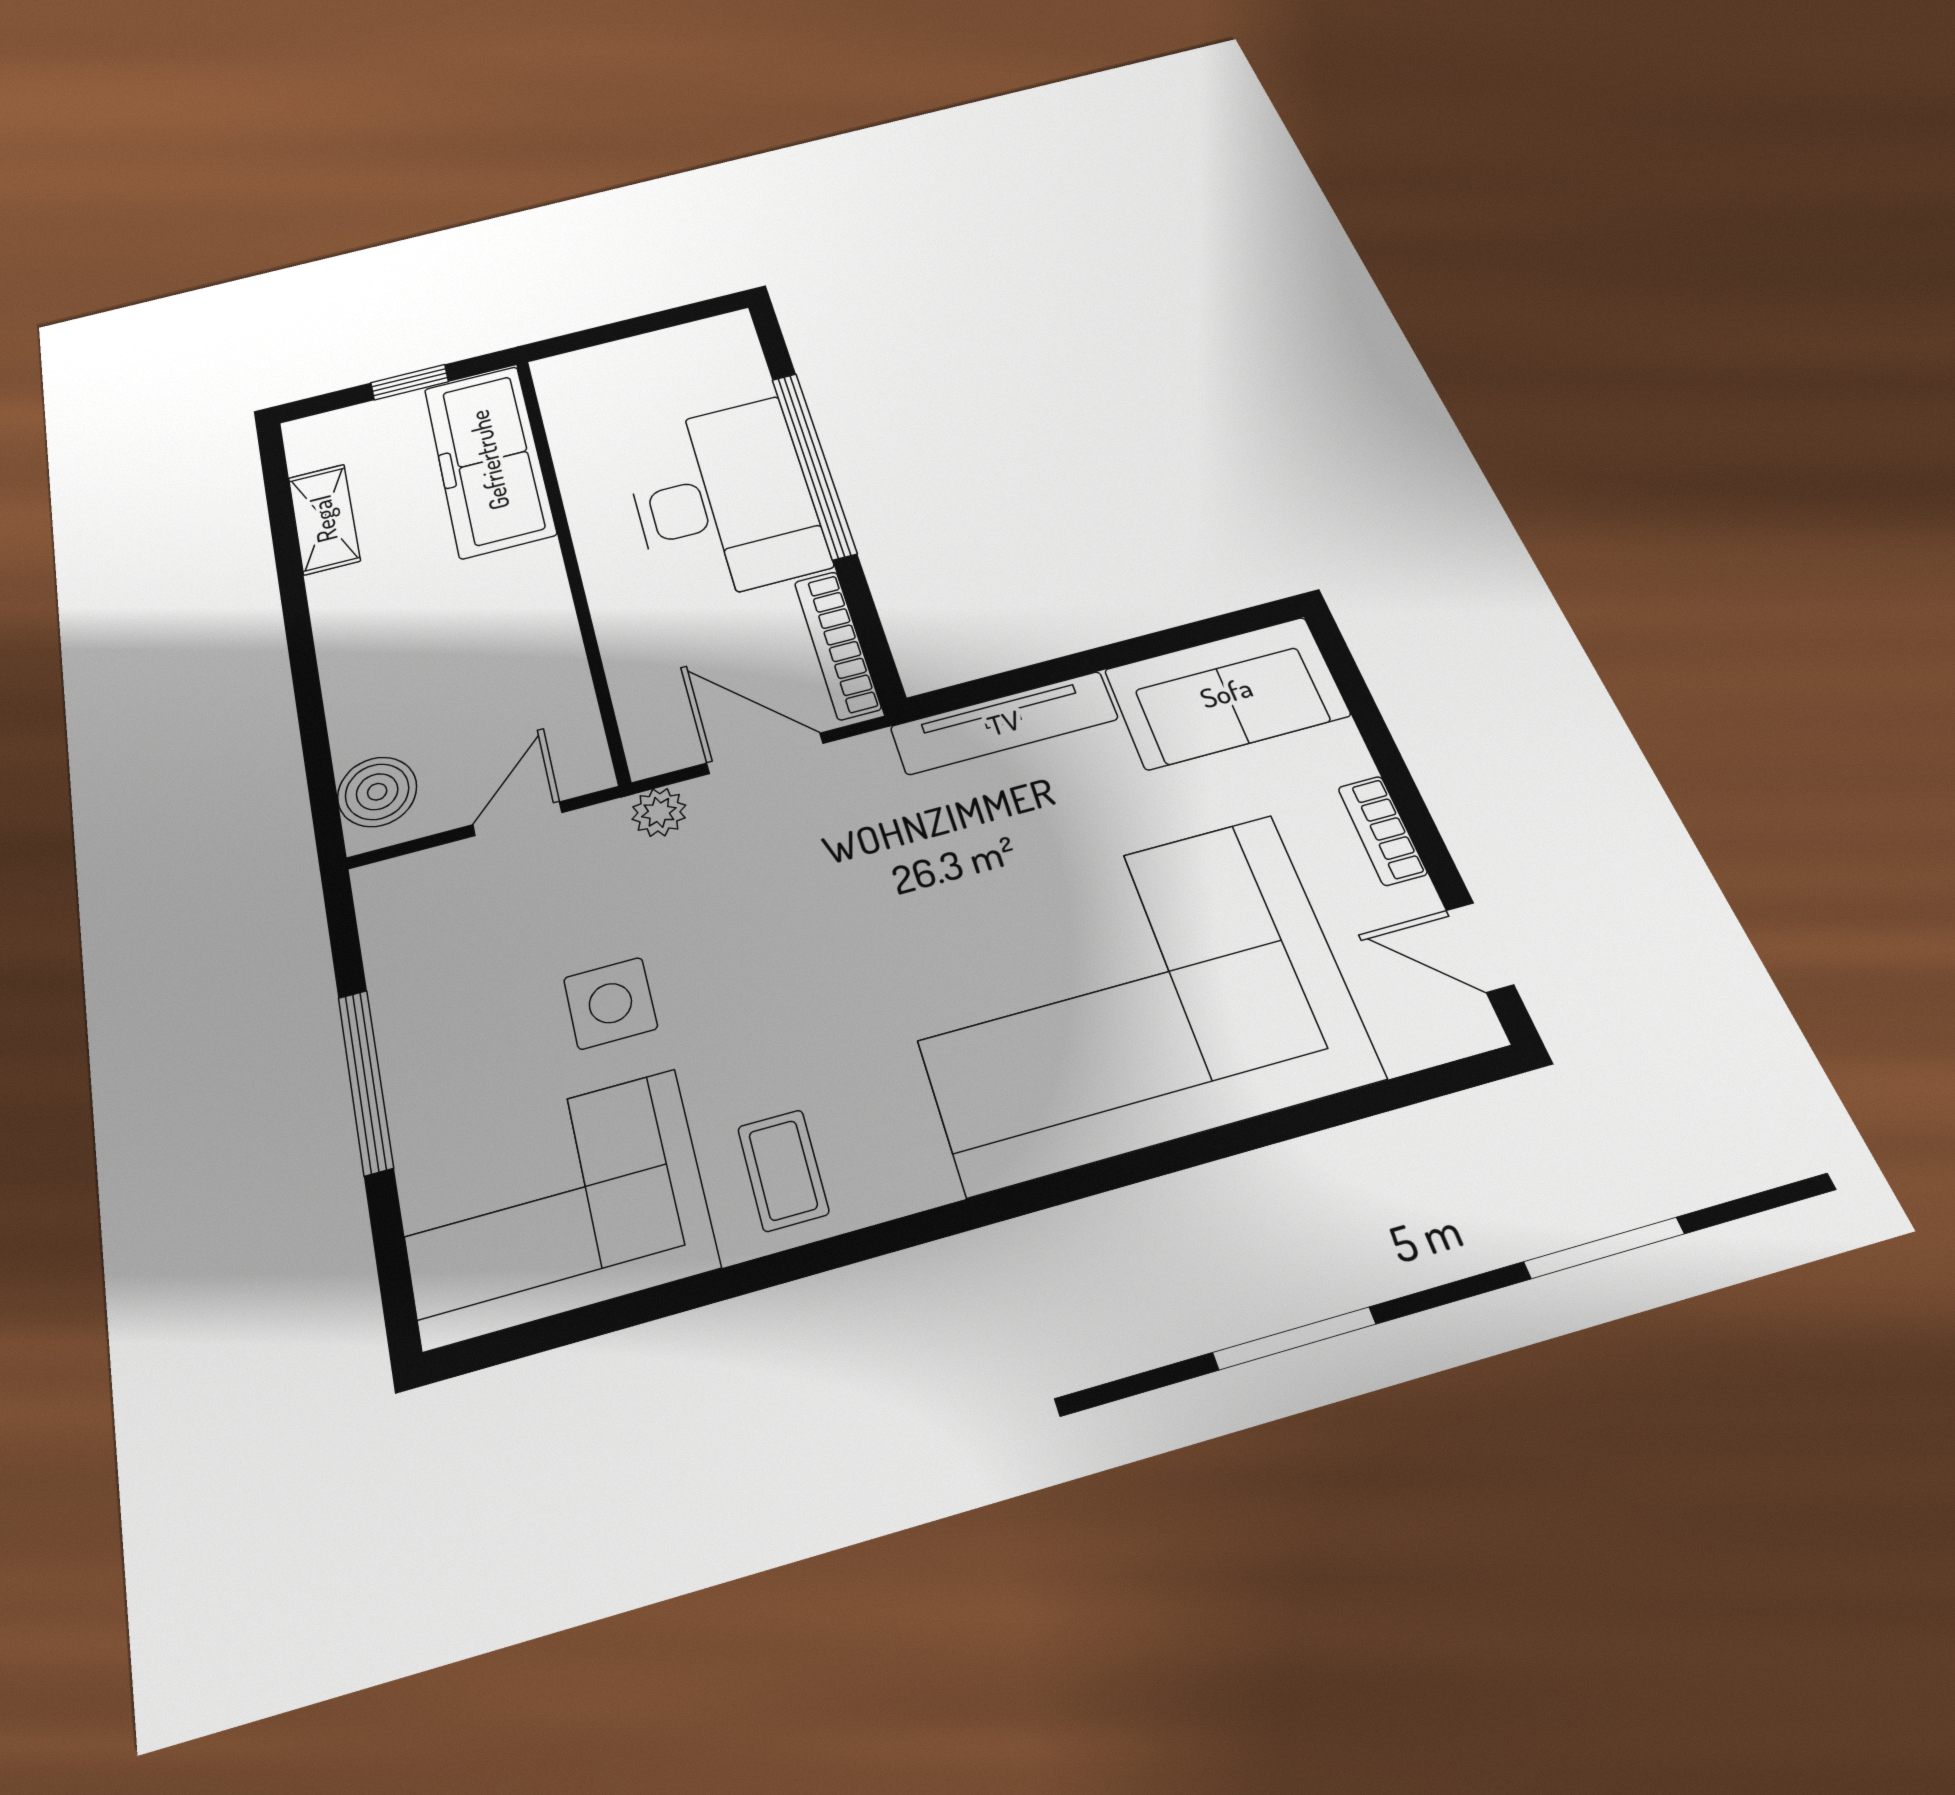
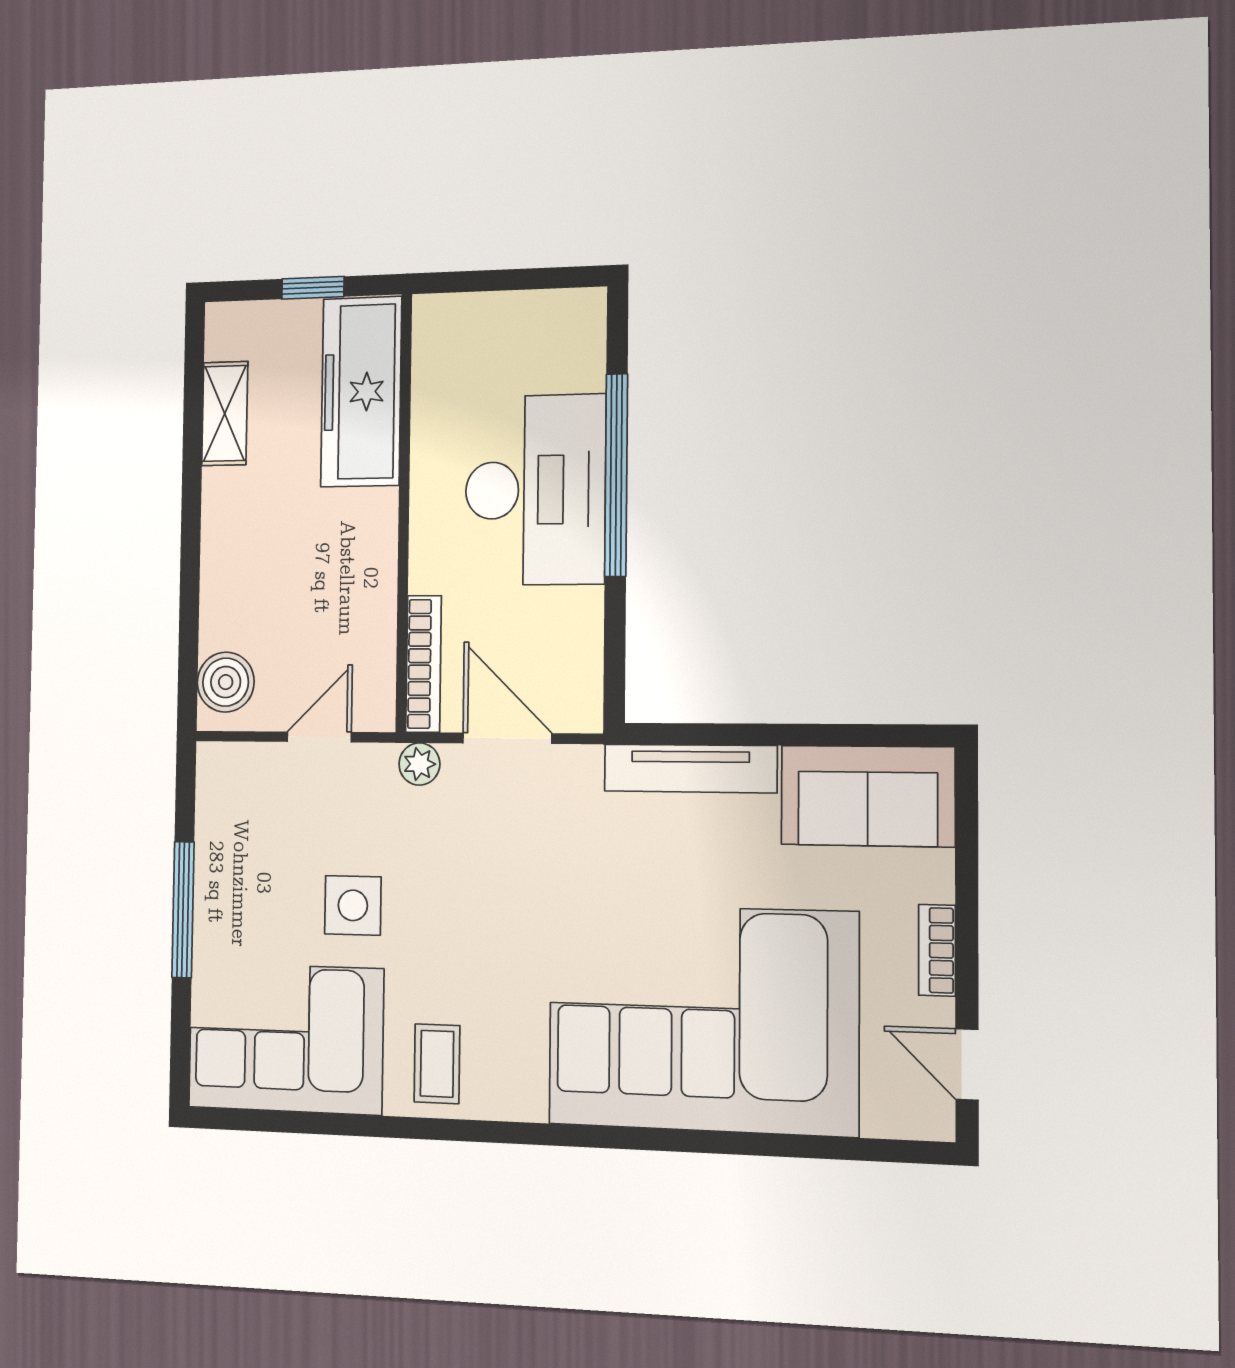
bookcase: (837, 645) -> (424, 664), moved, turned 180

